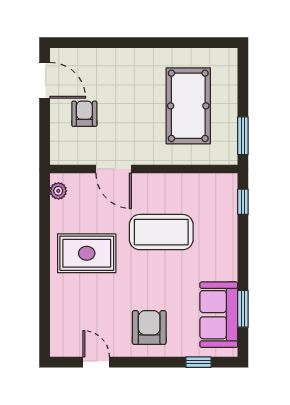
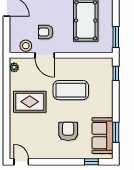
armchair: (84, 114) -> (46, 32), moved, turned -90
stool: (79, 152) -> (26, 46), added
armchair: (149, 328) -> (68, 131), moved
door: (96, 362) -> (21, 162), moved

